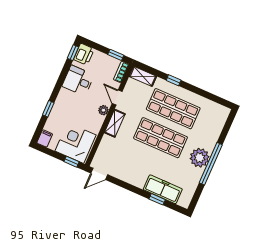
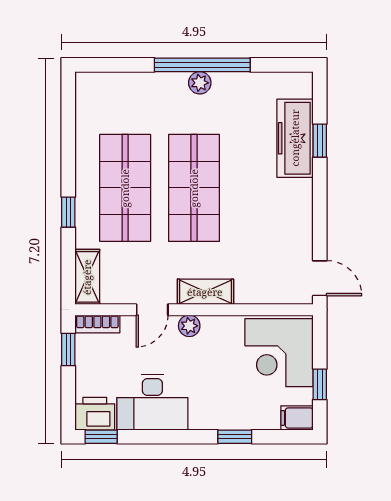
desk: (78, 81) -> (152, 402), width x1.37
plant: (200, 158) -> (200, 83), width x0.53, depth x0.53
window: (72, 162) -> (320, 384), moved

